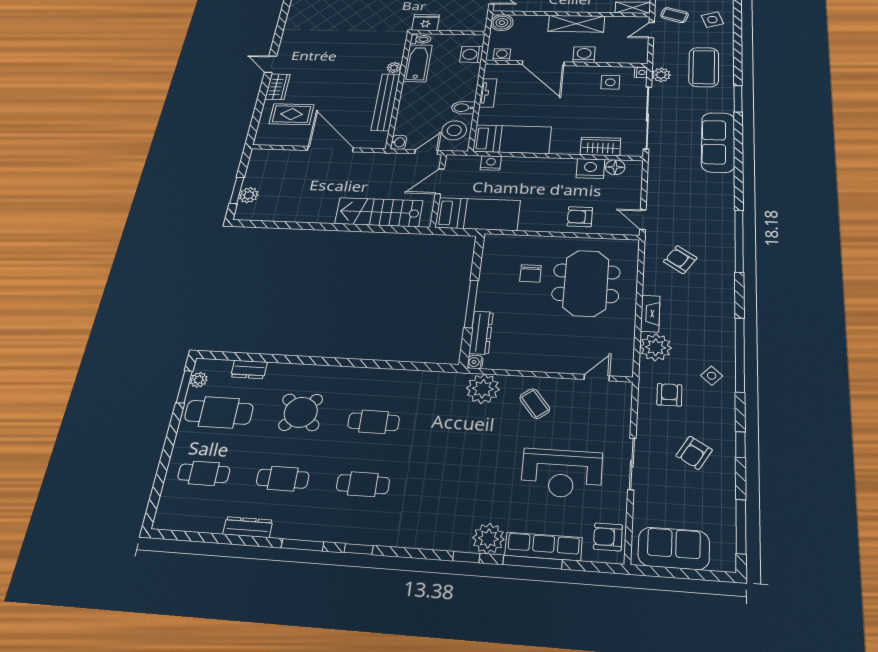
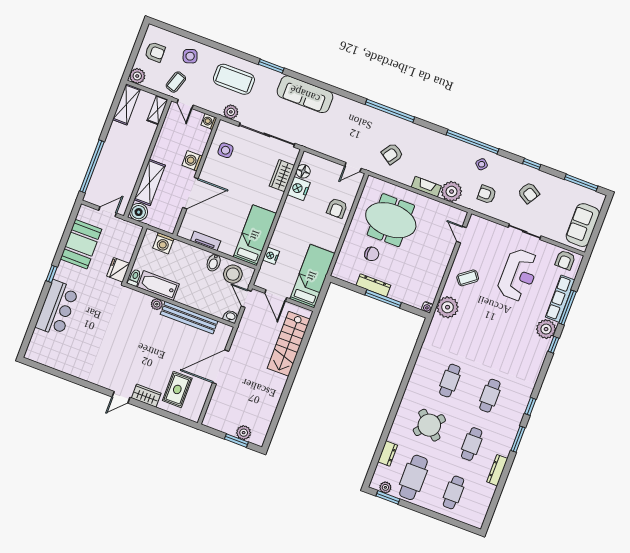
shelving: (576, 24) -> (150, 182), moved
washing machine: (502, 55) -> (209, 121), moved
nightstand: (641, 72) -> (224, 125), removed
dresser: (481, 333) -> (373, 285), moved

